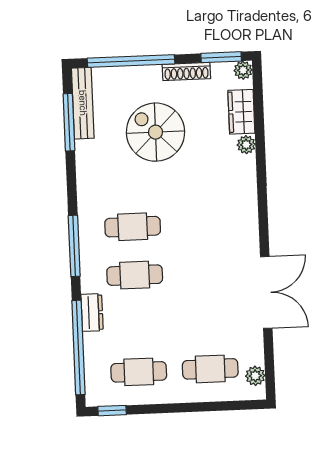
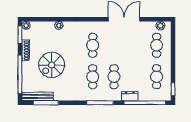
wardrobe: (241, 112) -> (44, 27), removed
cafe table: (204, 224) -> (93, 45), added

